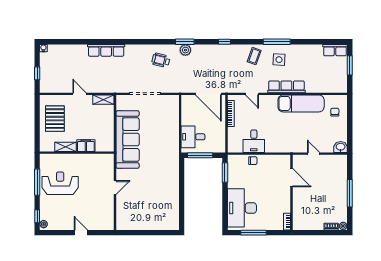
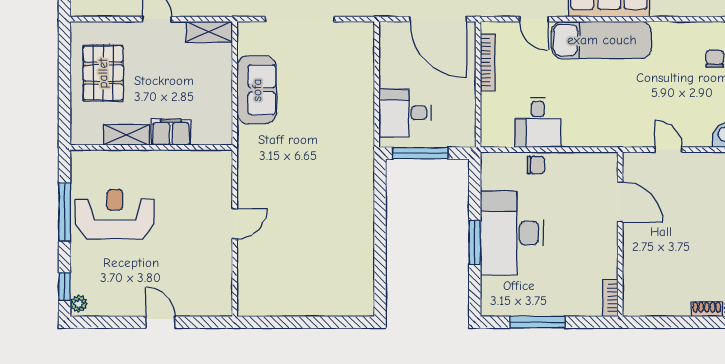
exam couch: (301, 103) -> (602, 40), moved
sofa: (128, 140) -> (257, 90), width x0.54, depth x0.79
window: (225, 173) -> (475, 242), moved
desk: (242, 208) -> (512, 233), moved

